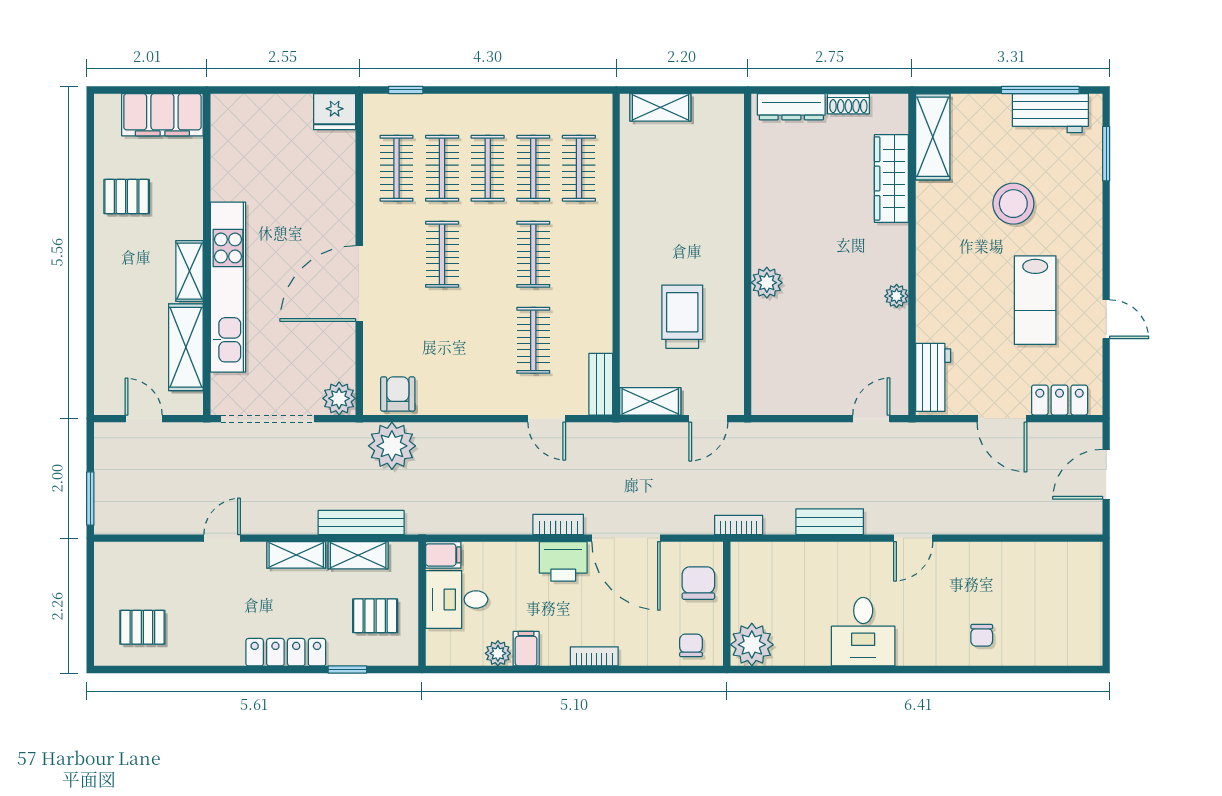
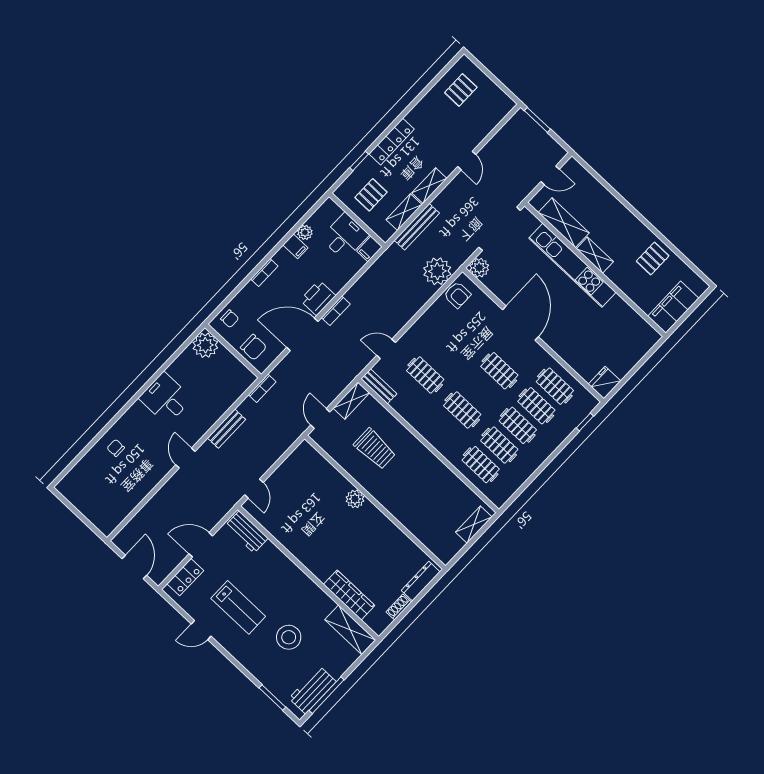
plant: (897, 296) -> (296, 549), removed
lab bench: (1035, 300) -> (238, 607), turned 180

